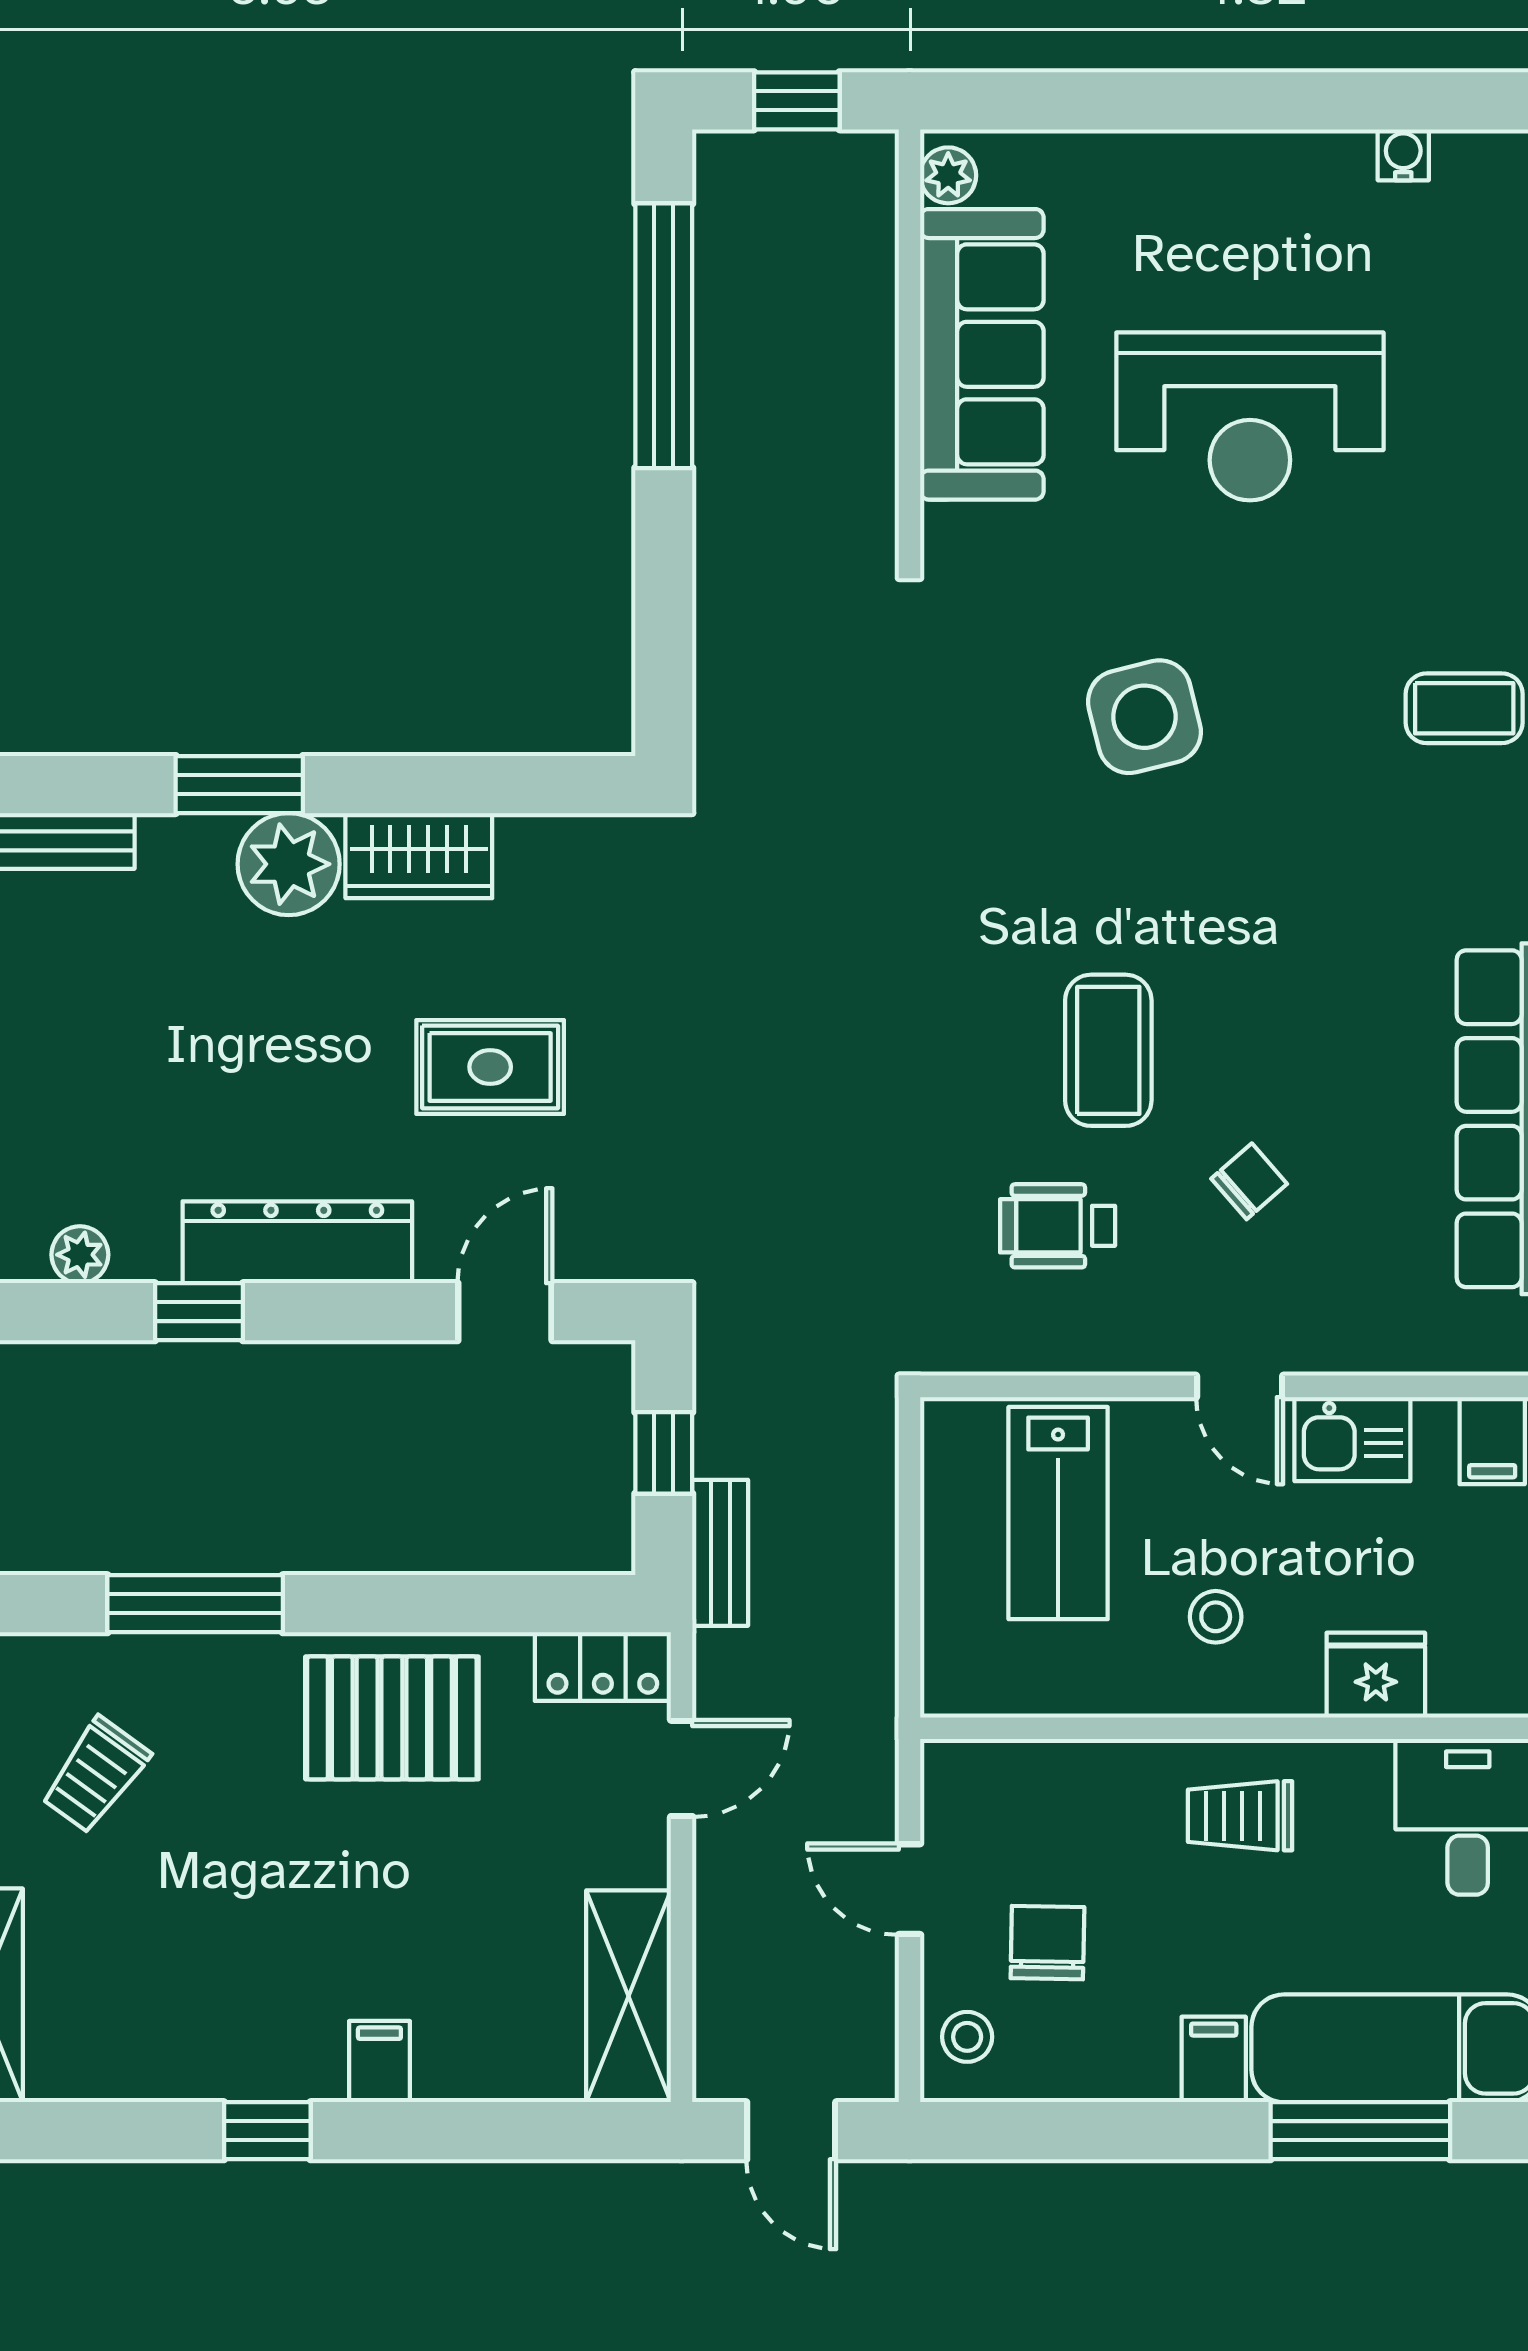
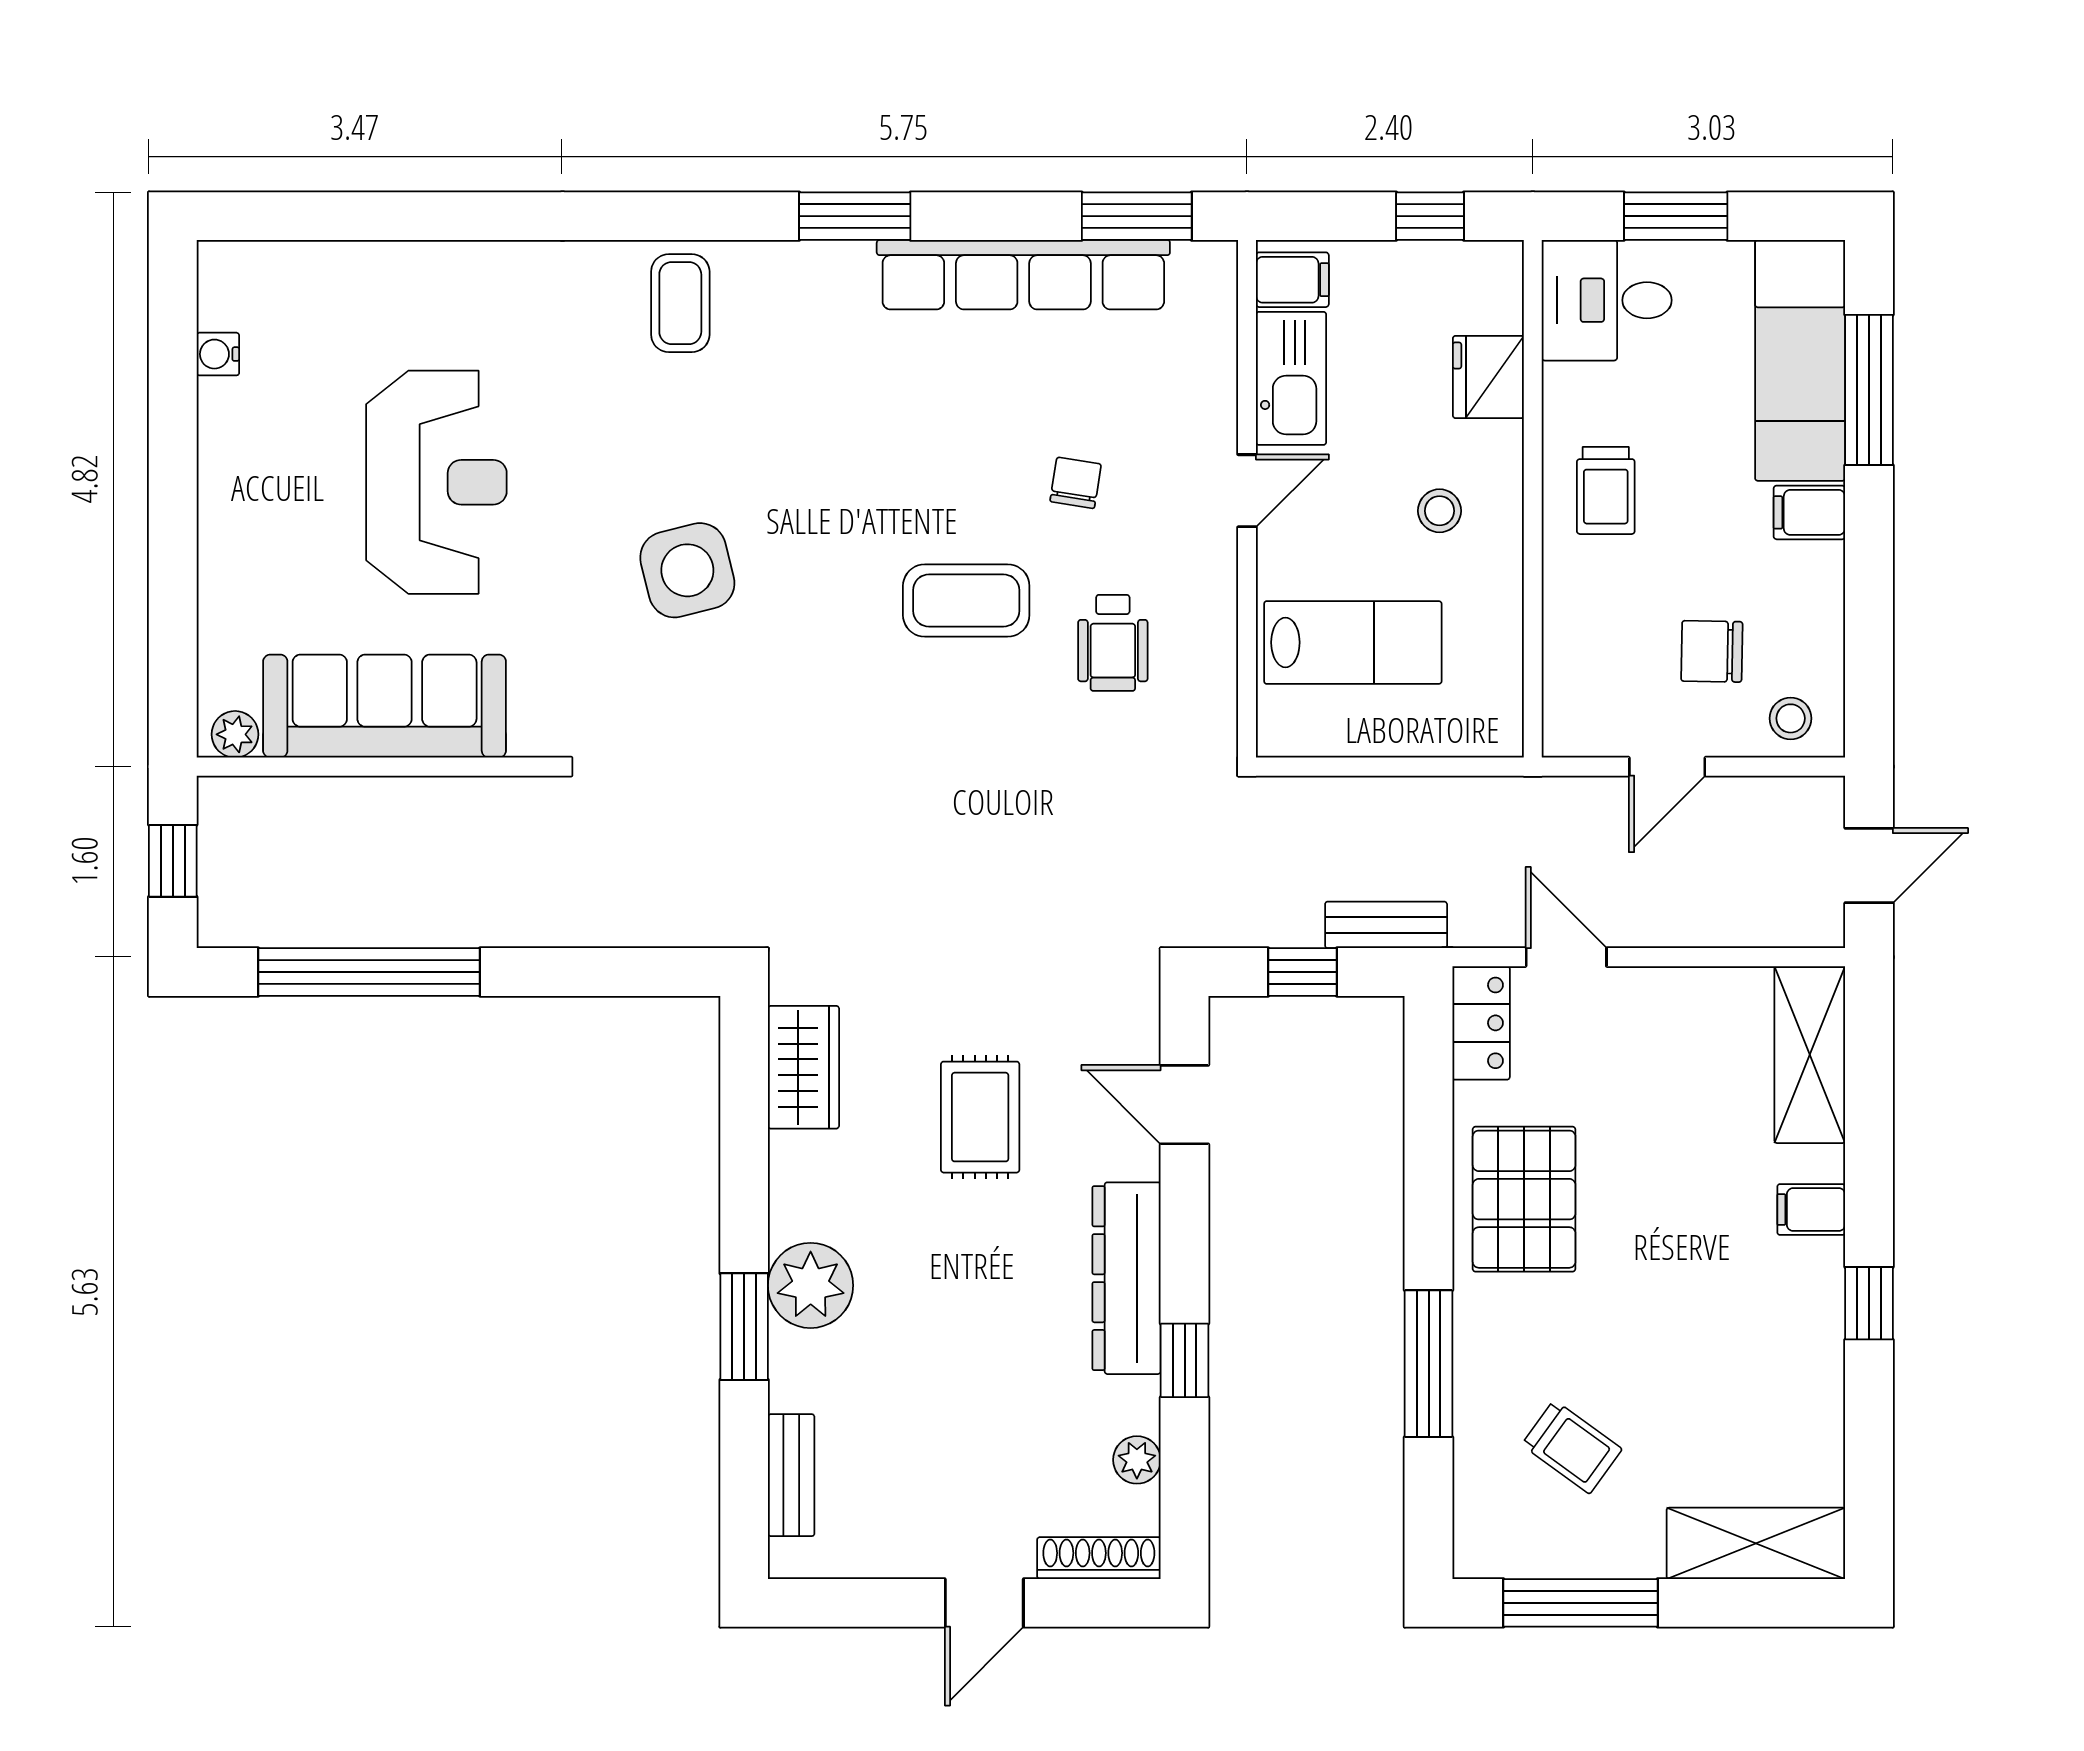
wardrobe: (419, 856) -> (803, 1067), moved
chair: (1249, 1181) -> (1076, 483), turned 50
kitchen sink: (1352, 1439) -> (1291, 378), width x1.38
shelving: (629, 1996) -> (1810, 1055), moved, turned 90

